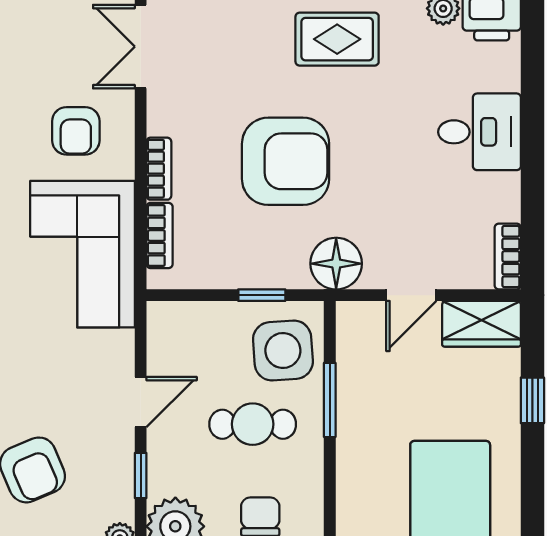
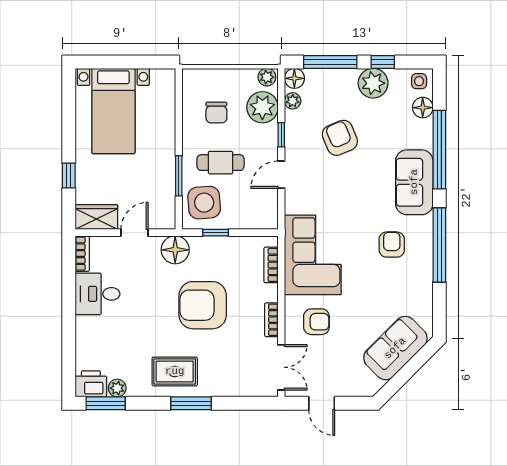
armchair: (76, 131) -> (316, 322), turned 90
desk: (479, 132) -> (97, 294), moved
bookcase: (159, 169) -> (271, 320), moved

